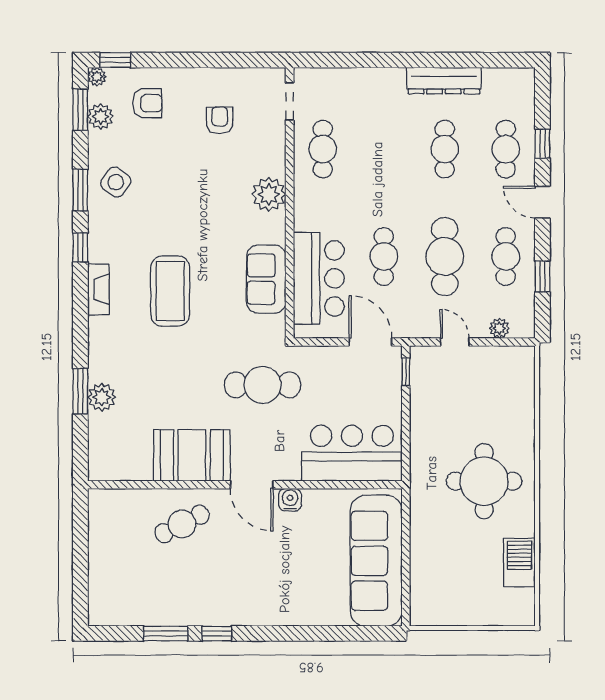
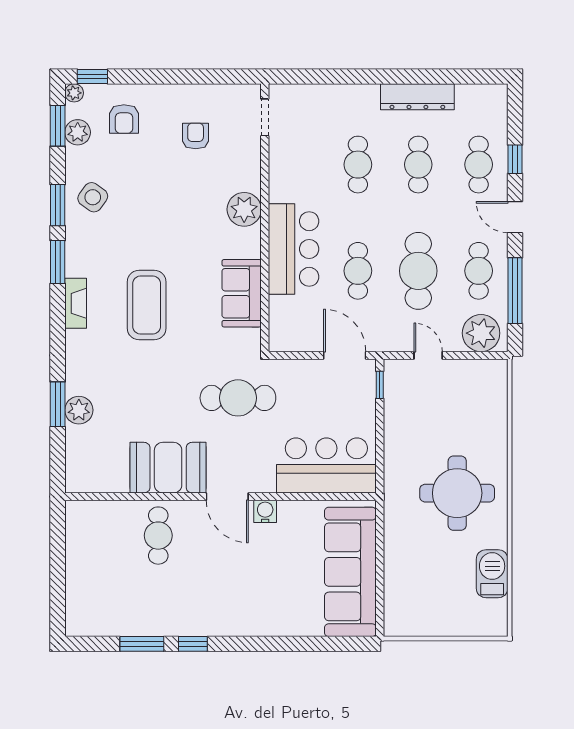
armchair: (147, 103) -> (124, 119), turned 90
cafe table: (323, 149) -> (358, 165), moved
window: (80, 247) -> (58, 262), width x1.50
window: (542, 276) -> (515, 291), width x2.17
bar counter: (319, 278) -> (294, 249), moved
plant: (499, 328) -> (481, 333), width x1.88, depth x1.88
cafe table: (182, 524) -> (158, 536), turned -63

